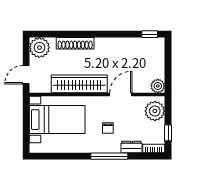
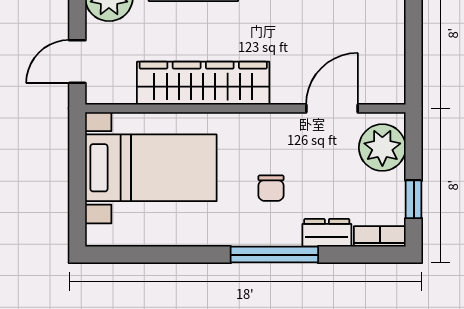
plant: (158, 86) -> (389, 88), removed
door: (121, 94) -> (332, 108), moved

